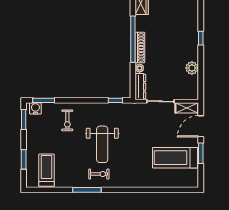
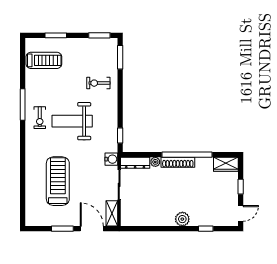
window: (201, 38) -> (206, 229), moved
plant: (192, 68) -> (182, 219), moved
water cooler: (35, 108) -> (111, 159), moved
treadmill: (175, 158) -> (58, 181), moved

